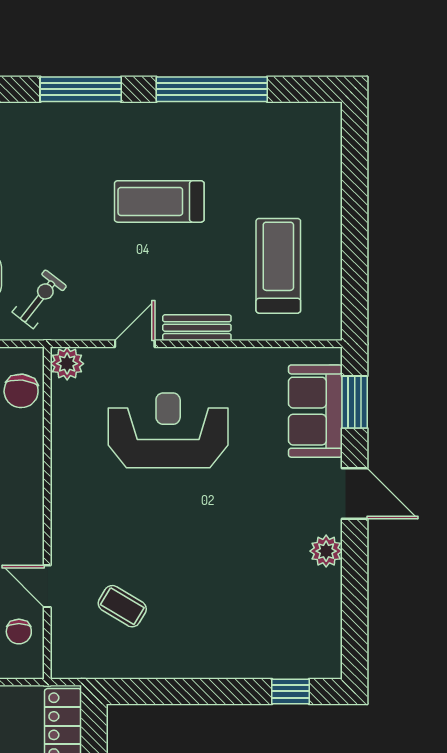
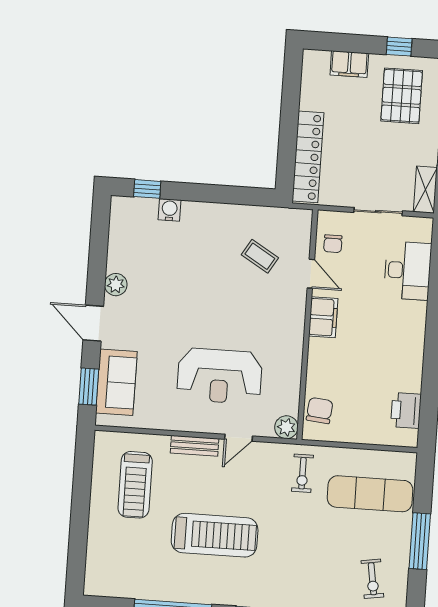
treadmill: (159, 201) -> (215, 535), width x1.37, depth x1.38
exercise bike: (39, 299) -> (302, 473), turned -38
filing cabinet: (25, 525) -> (323, 317), added
chair: (19, 632) -> (333, 244), turned 180
water cooler: (256, 664) -> (170, 210), added

